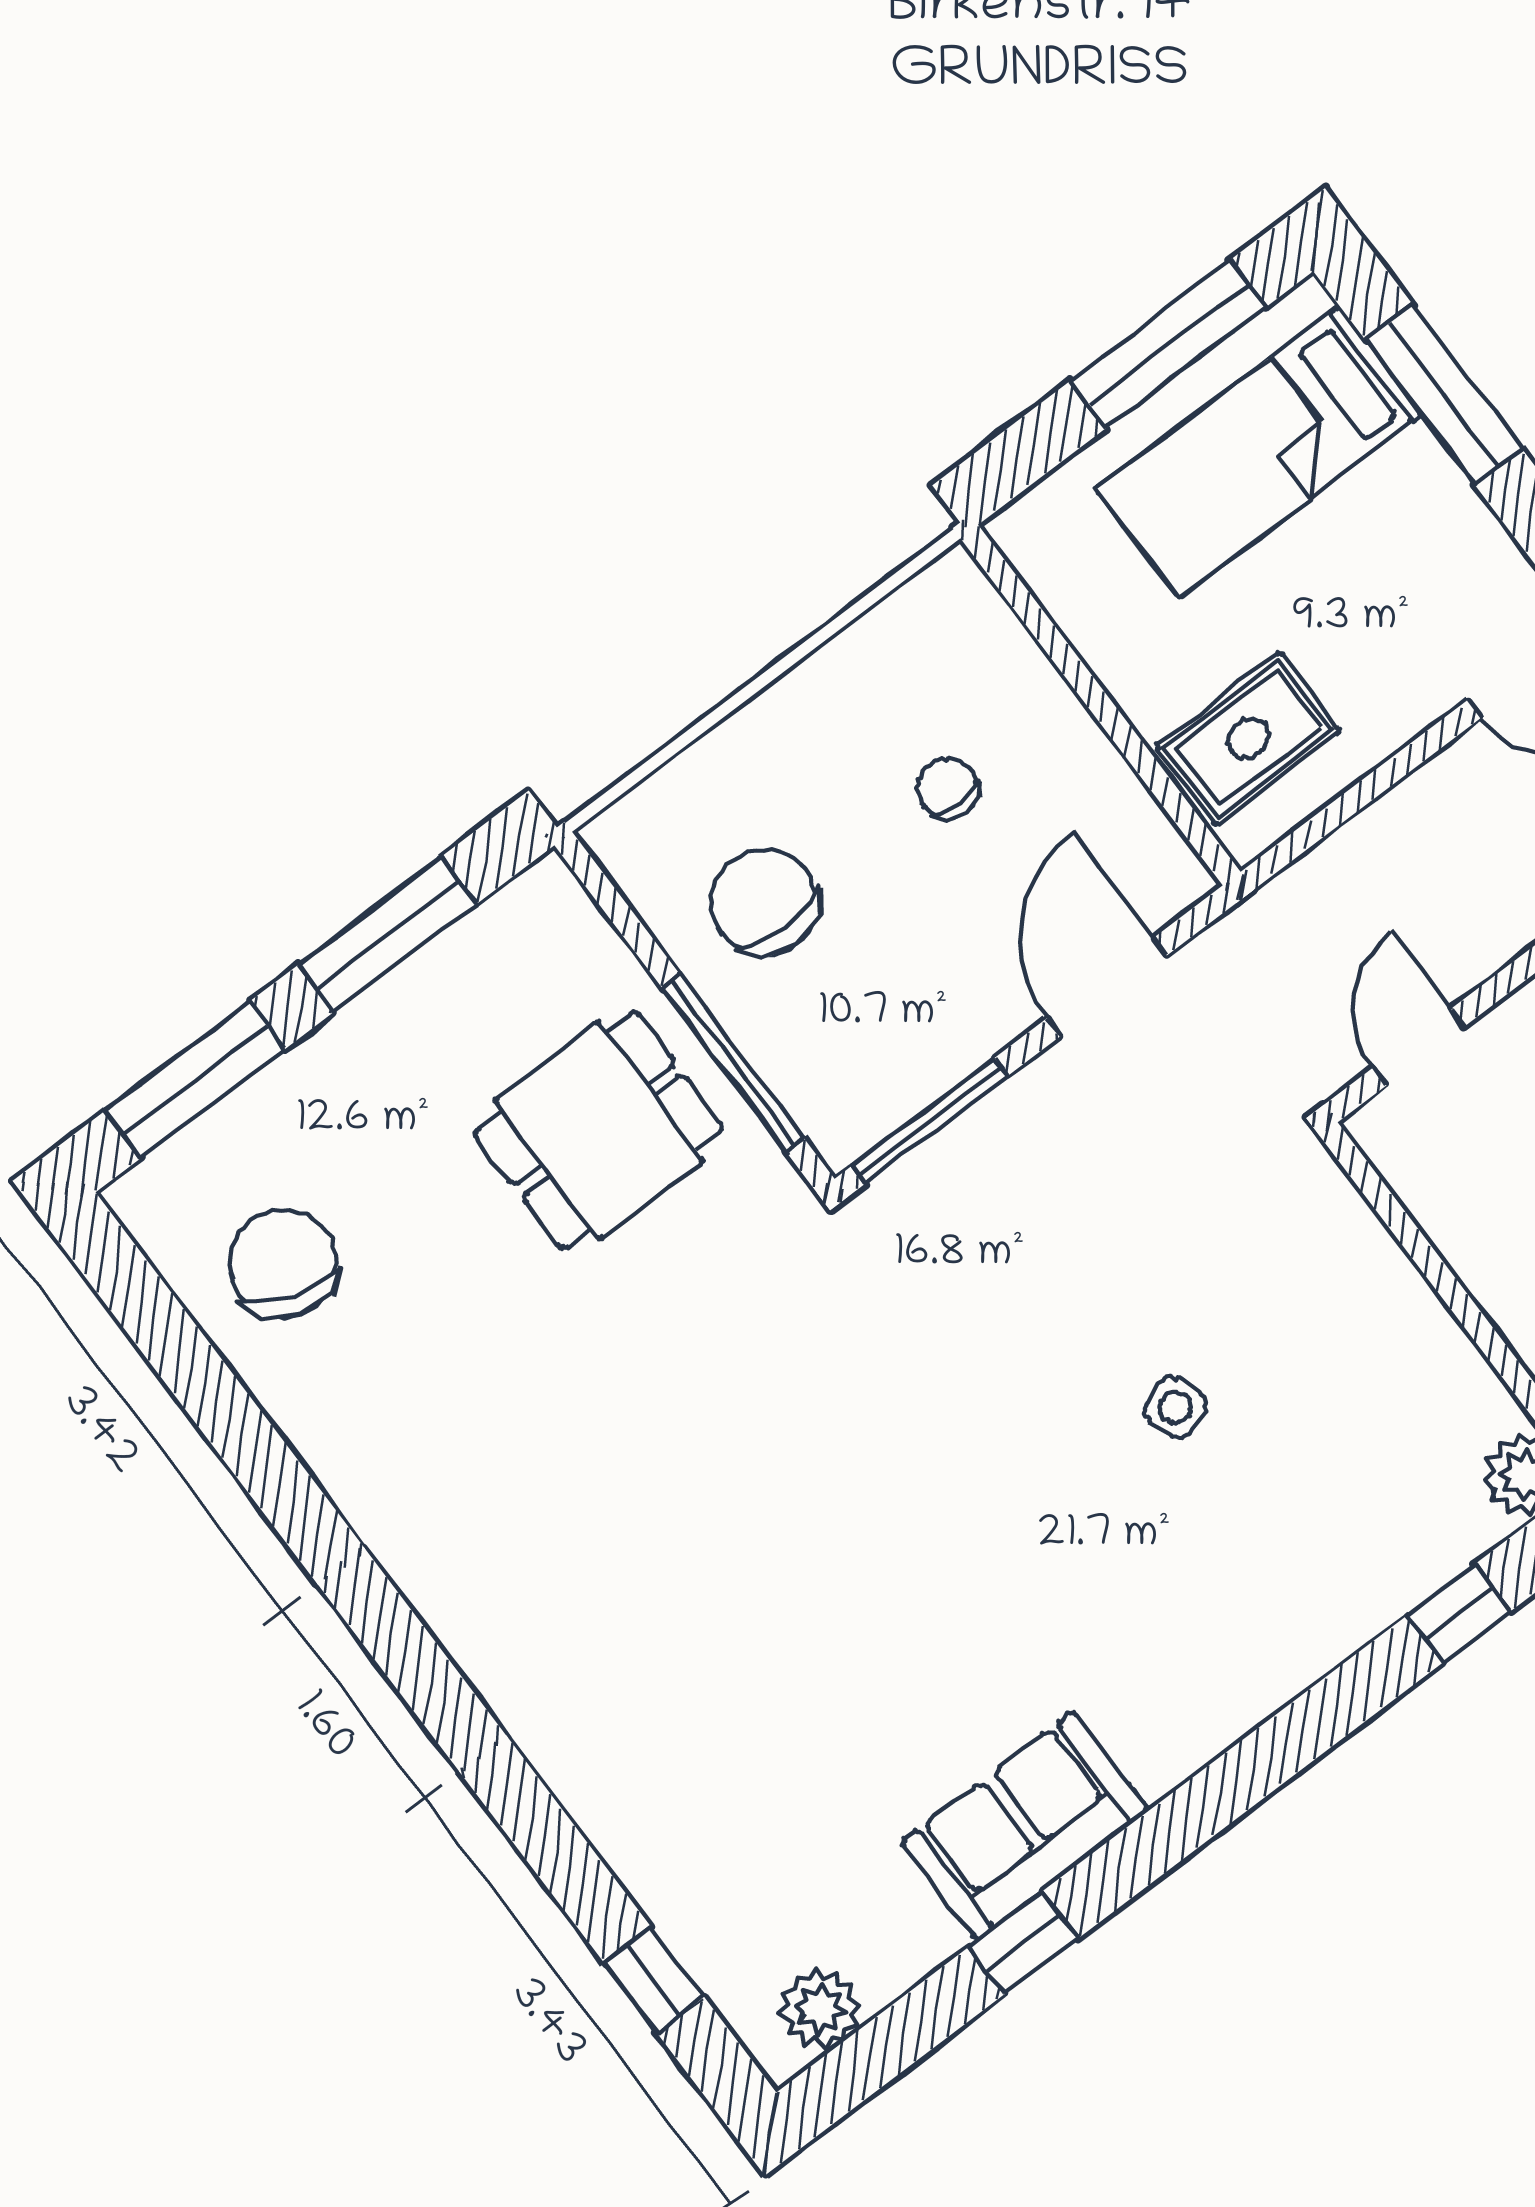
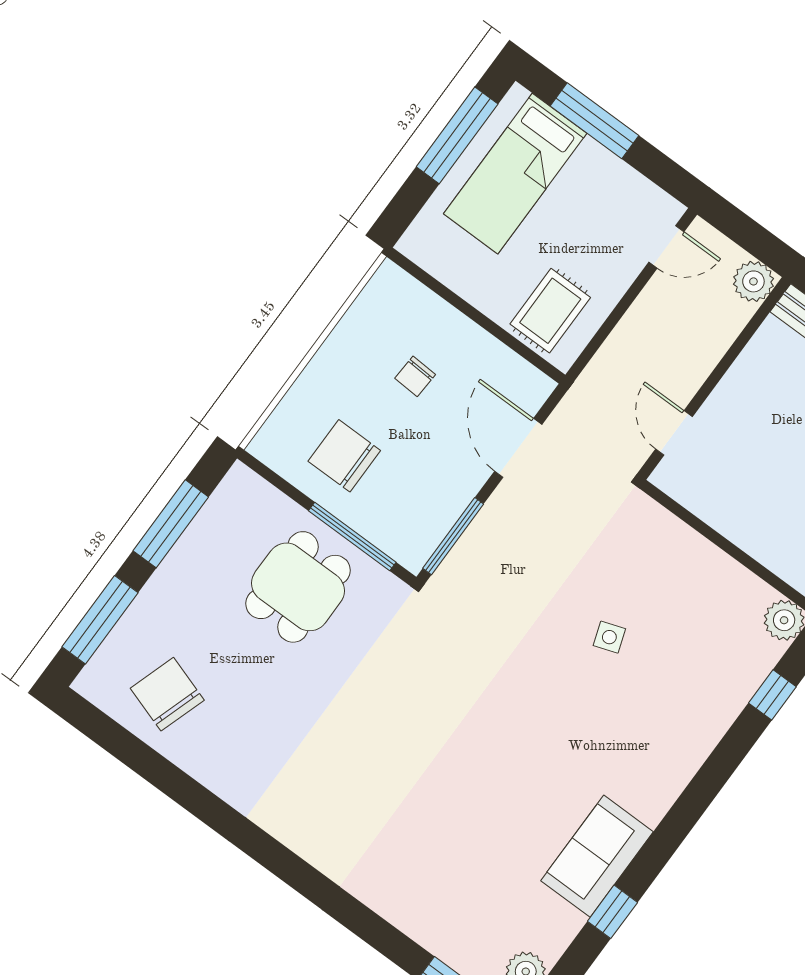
chair: (948, 788) -> (415, 376), turned -87

